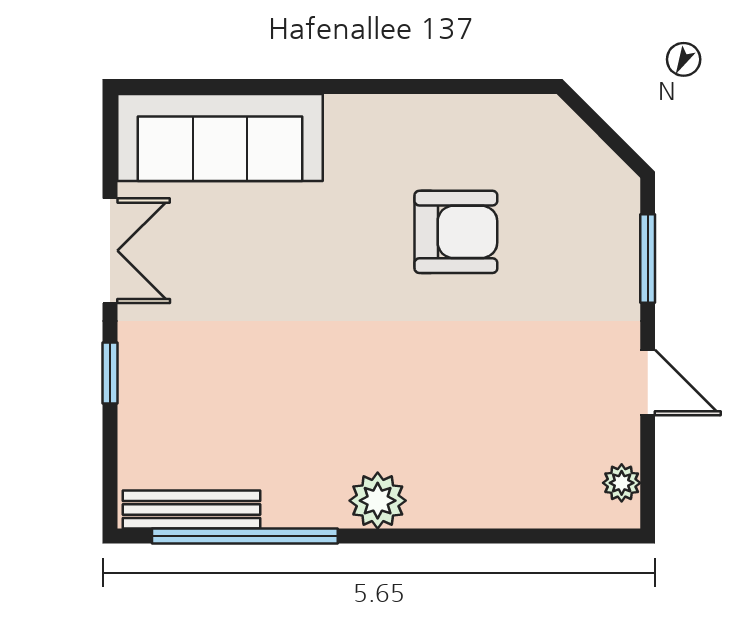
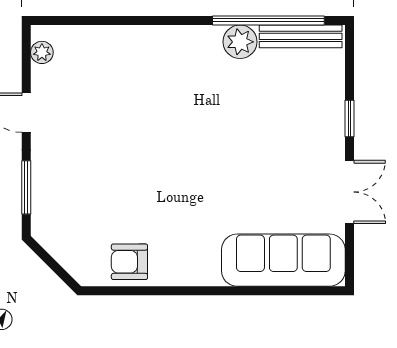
armchair: (456, 232) -> (129, 262), moved, width x0.72, depth x0.72
double door: (110, 251) -> (349, 192), swing flipped
plant: (378, 501) -> (240, 42), moved

